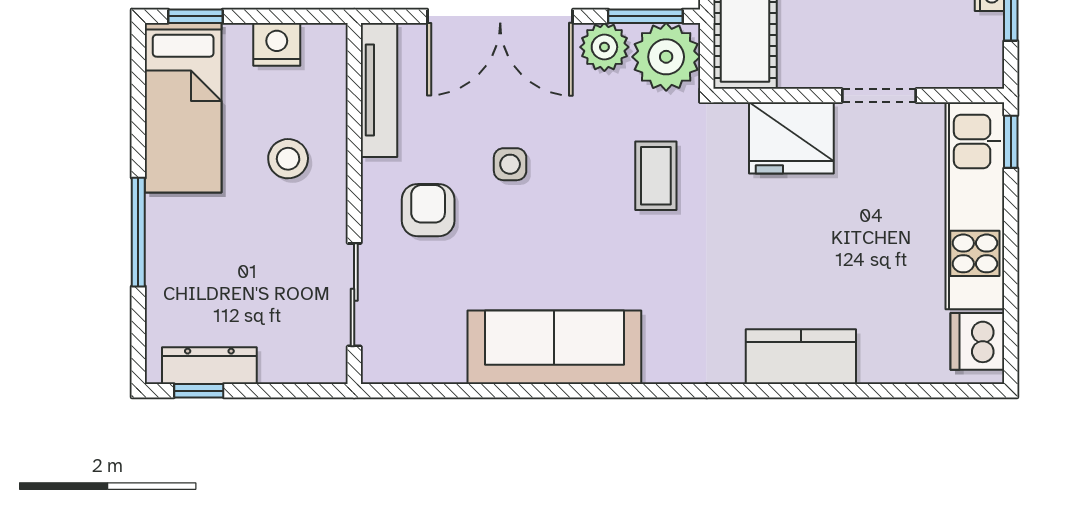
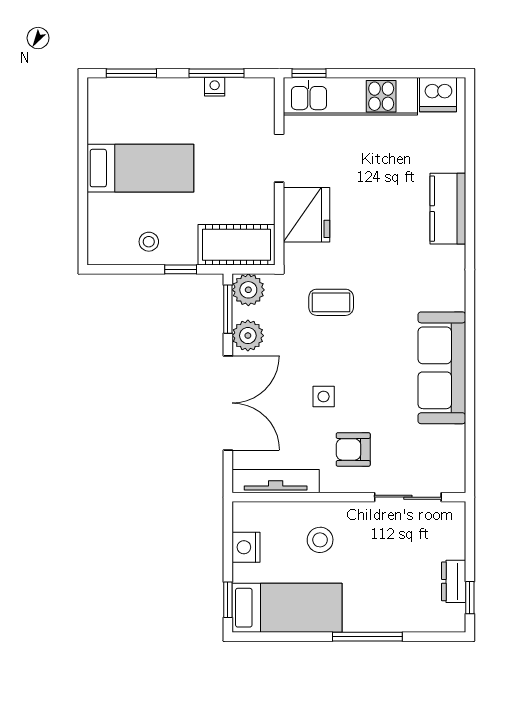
plant: (666, 57) -> (248, 290), width x0.73, depth x0.73
dresser: (209, 366) -> (454, 581), width x0.70

